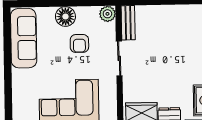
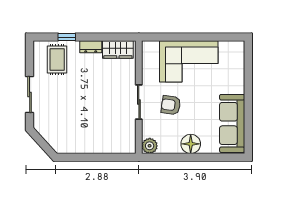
bench: (128, 23) -> (129, 137), removed
armchair: (79, 43) -> (171, 105), moved, turned -82

